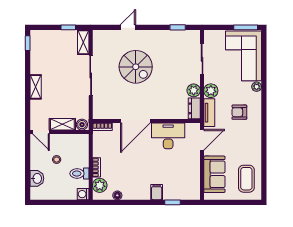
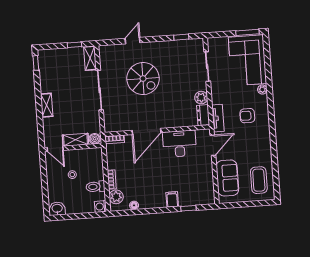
plant: (211, 91) -> (218, 97), removed
washbasin: (37, 178) -> (57, 209), moved, turned -90

